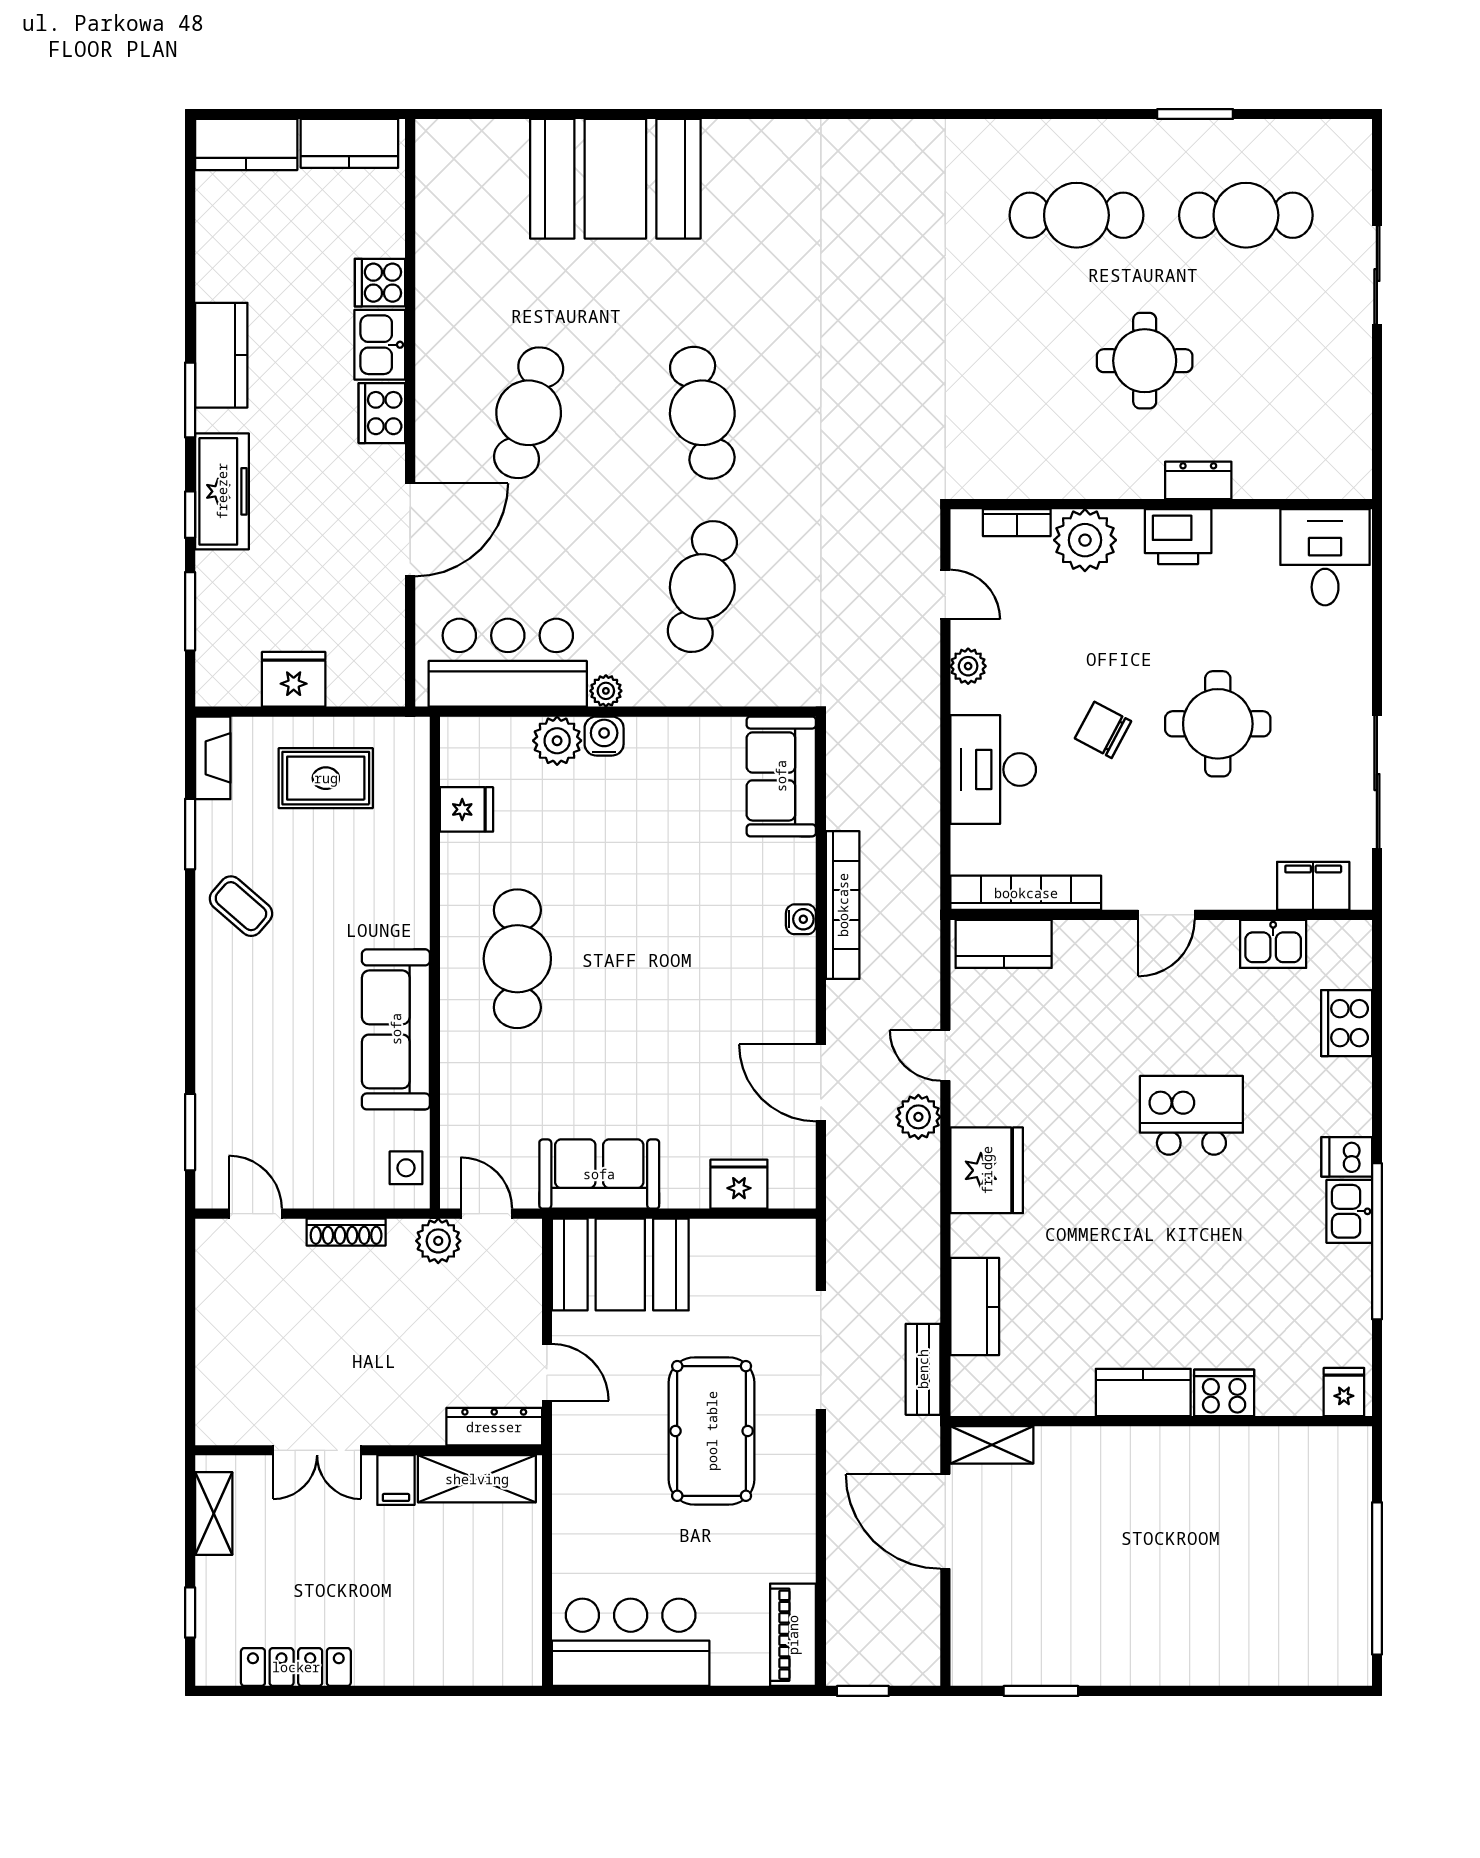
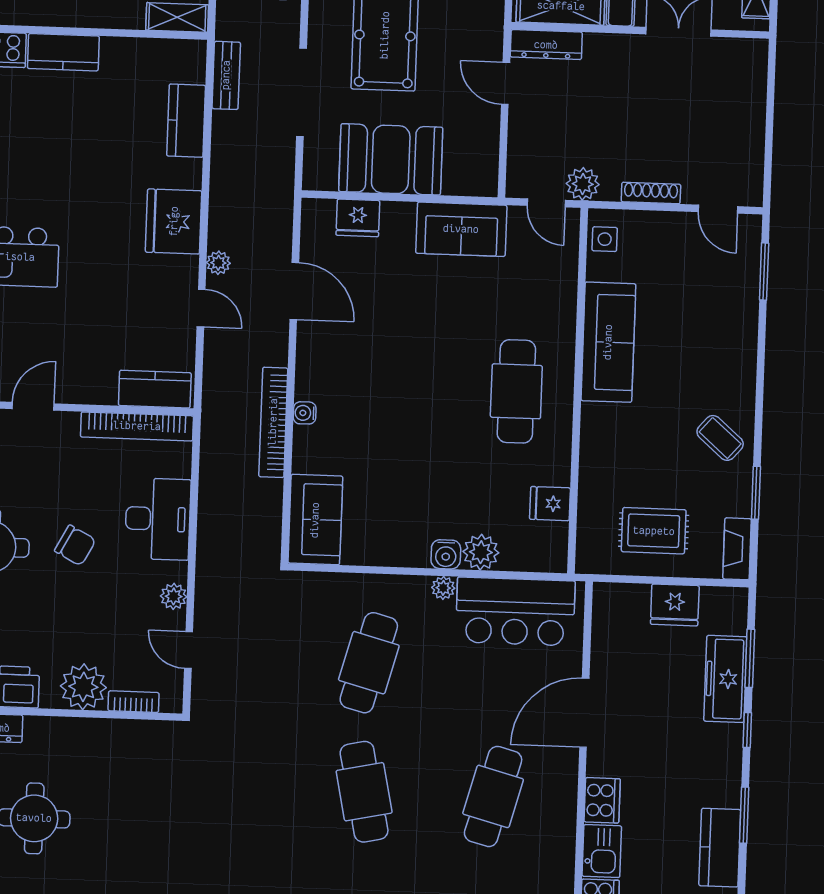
freezer: (222, 491) -> (725, 679), moved
plant: (918, 1117) -> (218, 263), width x0.73, depth x0.73
booth: (620, 1265) -> (391, 159), moved

